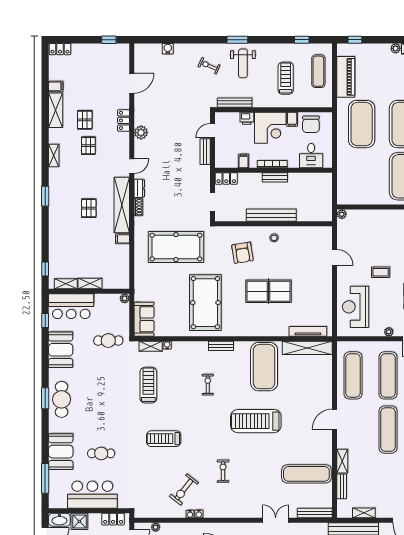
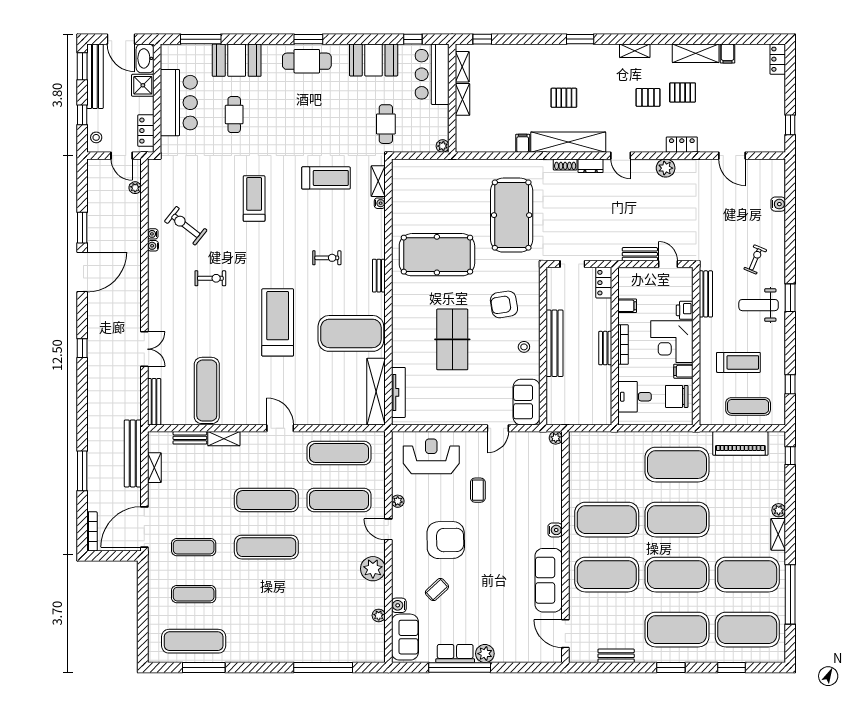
sofa: (144, 319) -> (527, 402), moved, turned 90

